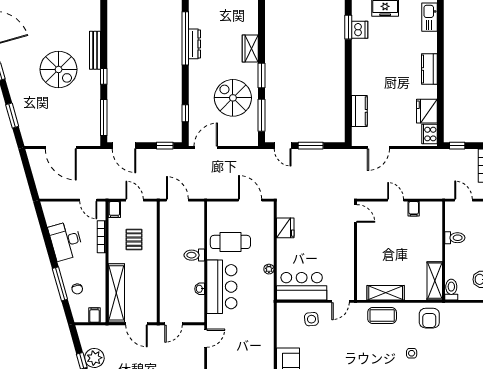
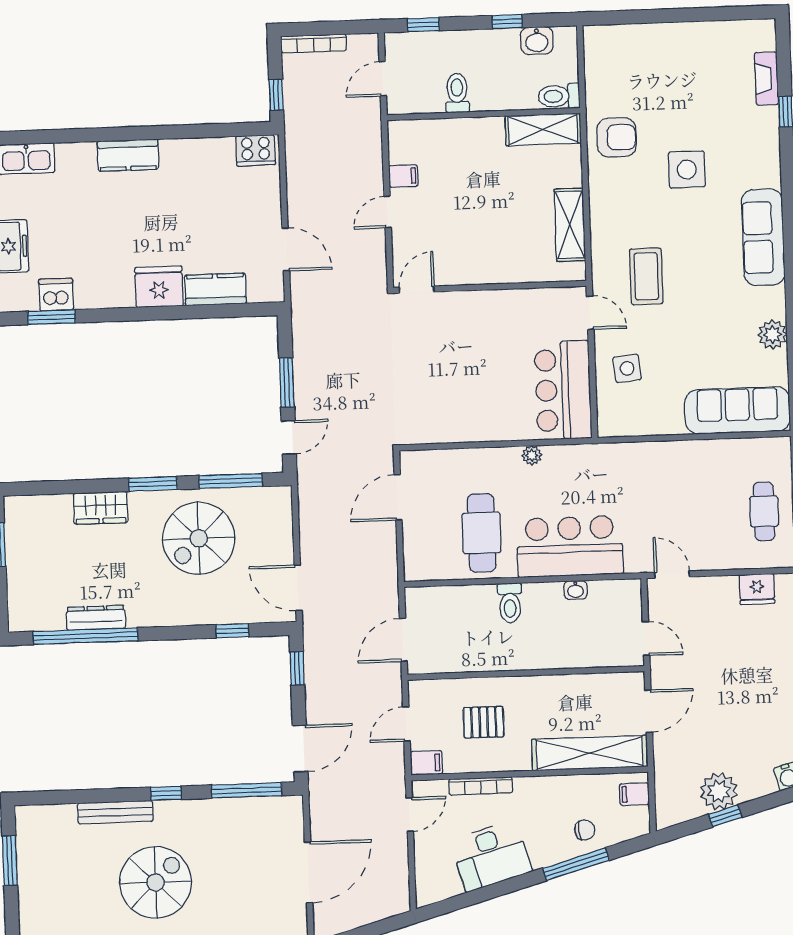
fridge: (427, 111) -> (159, 287), moved, turned 180
fridge: (285, 228) -> (450, 426), removed
coffee table: (382, 316) -> (646, 276), moved
side table: (412, 353) -> (687, 169), width x1.87, depth x1.87

